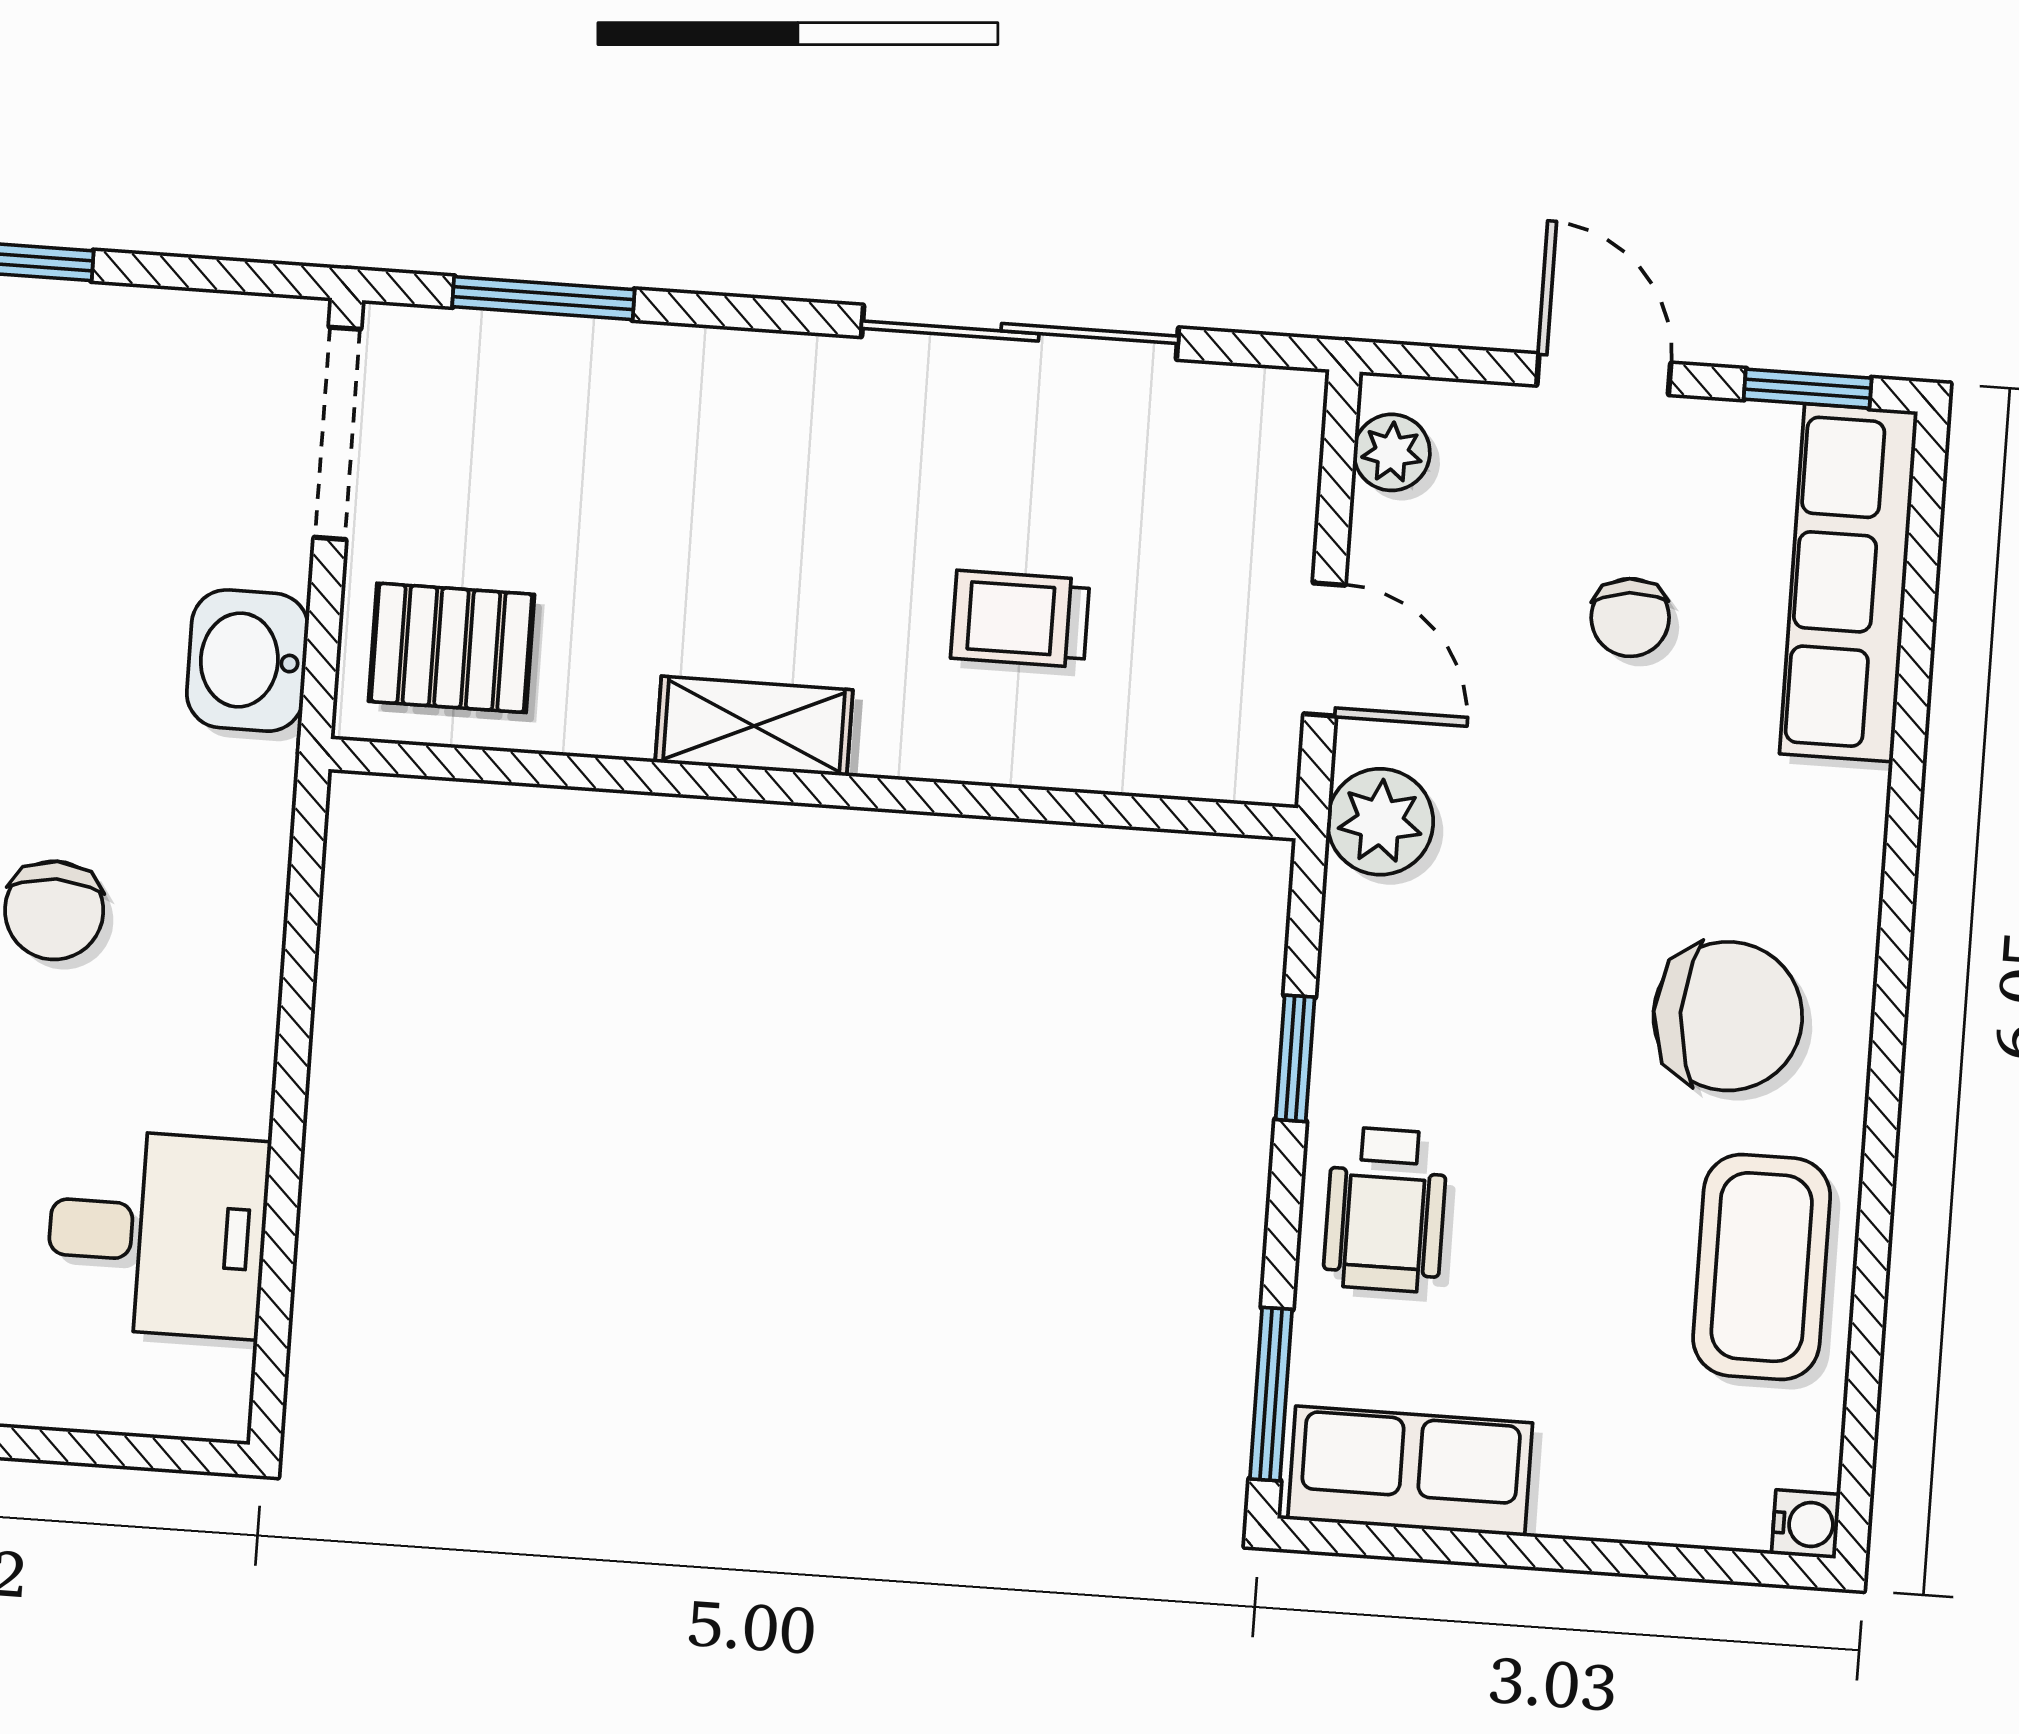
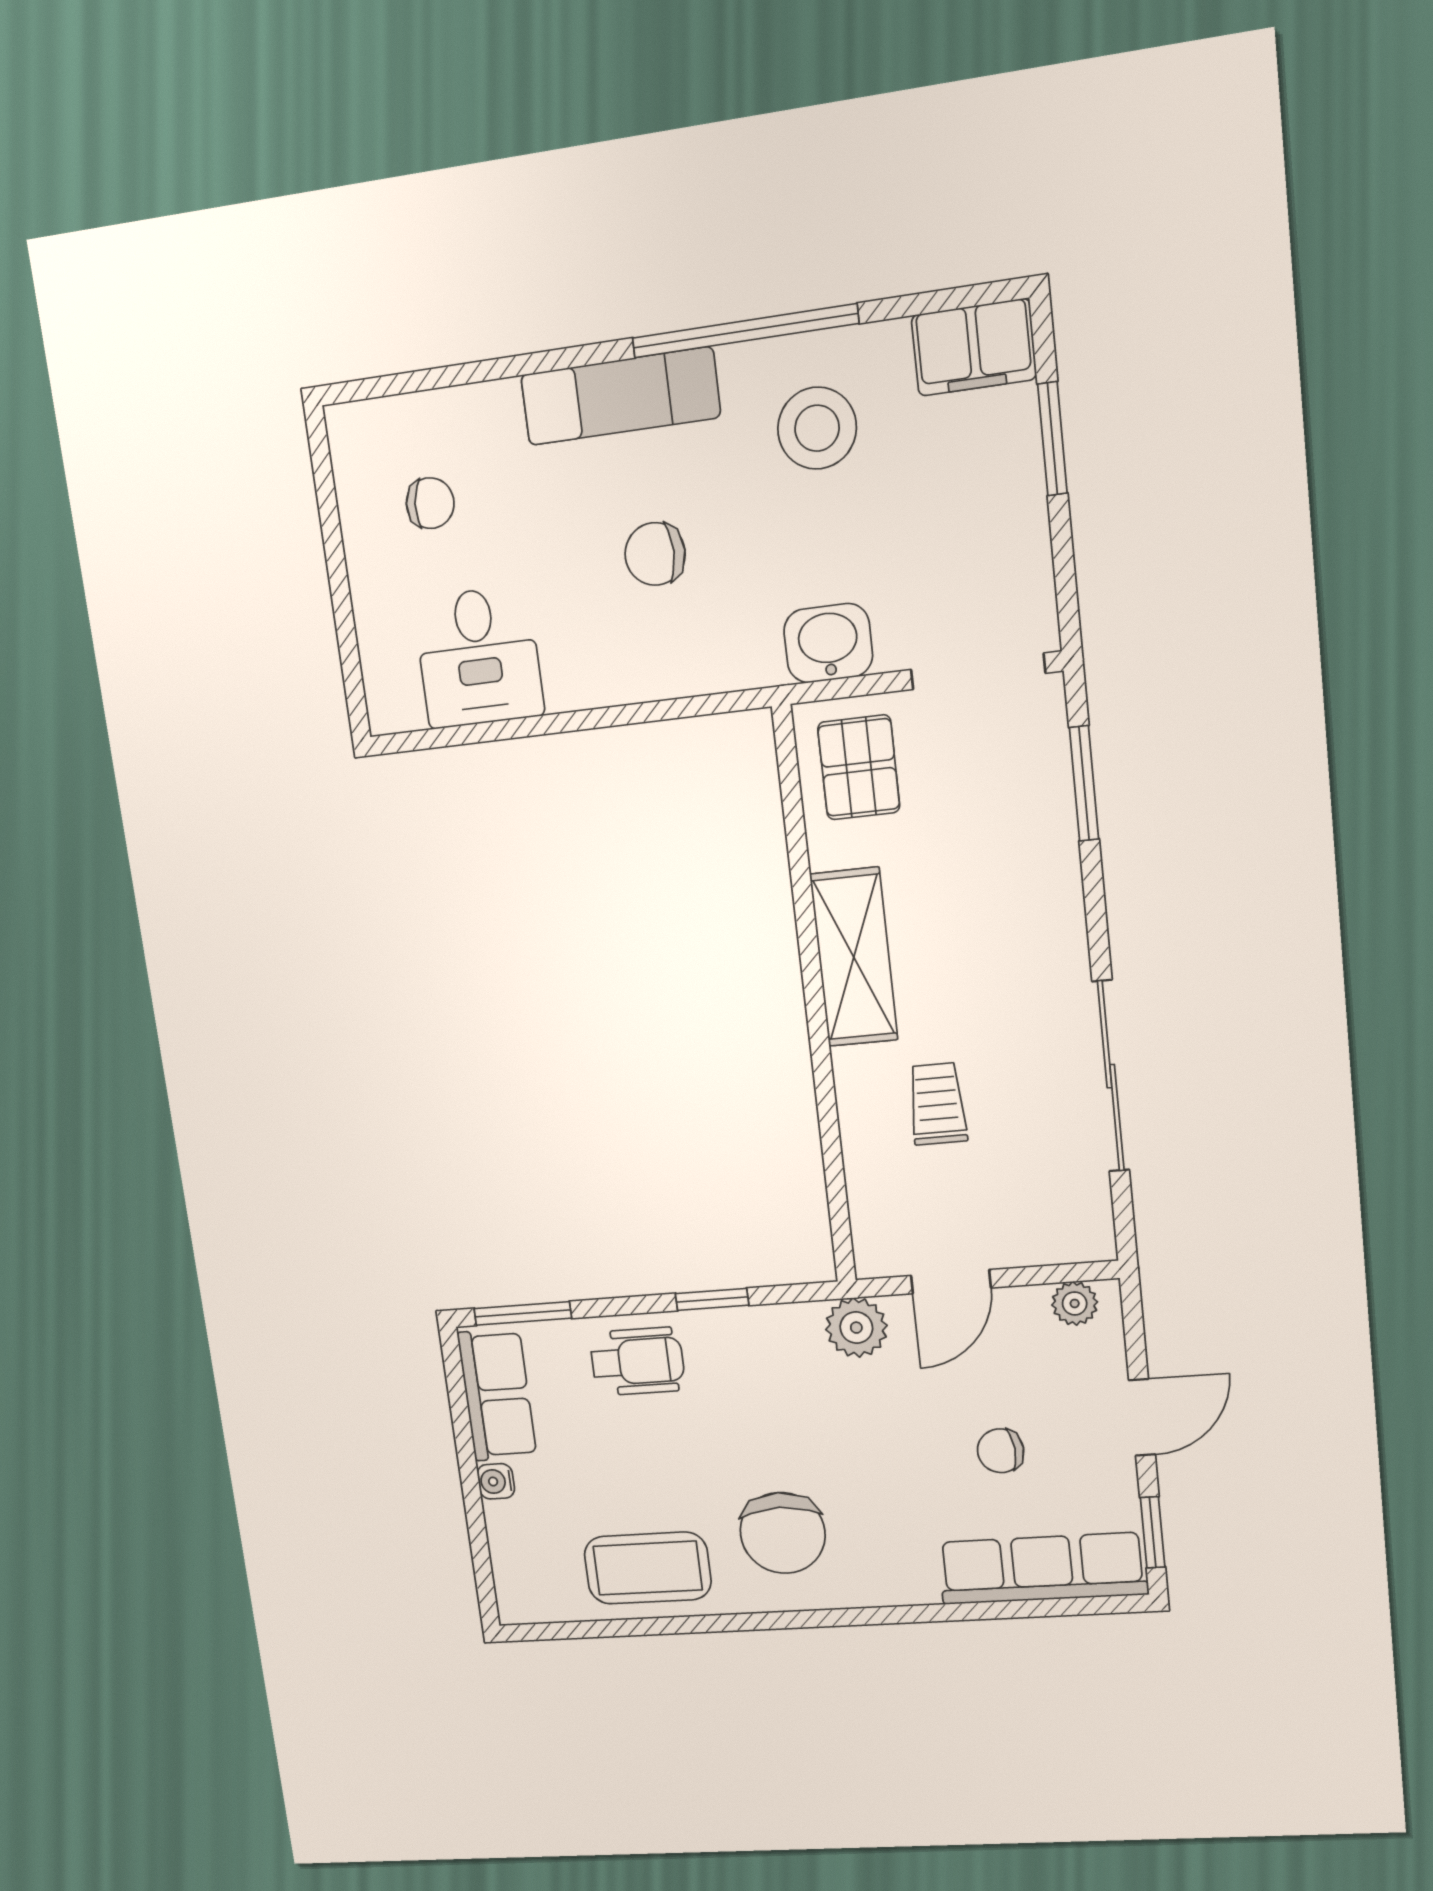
shelving: (754, 726) -> (854, 957), width x1.50, depth x1.33
wheelchair: (1385, 1210) -> (637, 1361), turned 180
water cooler: (1806, 1524) -> (496, 1481), moved, turned 90

